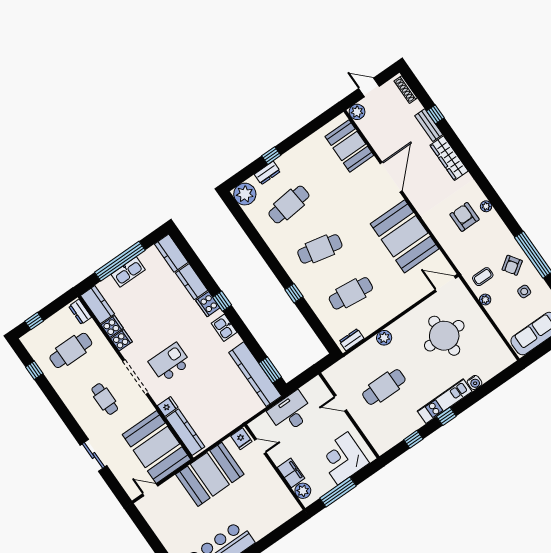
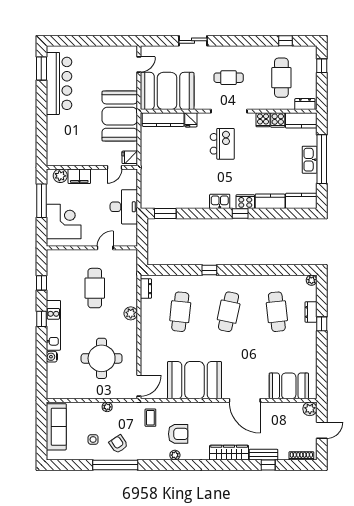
plant: (245, 194) -> (312, 280), width x0.53, depth x0.53
coffee table: (483, 277) -> (150, 418), moved
kitchen counter: (255, 374) -> (170, 200), removed

